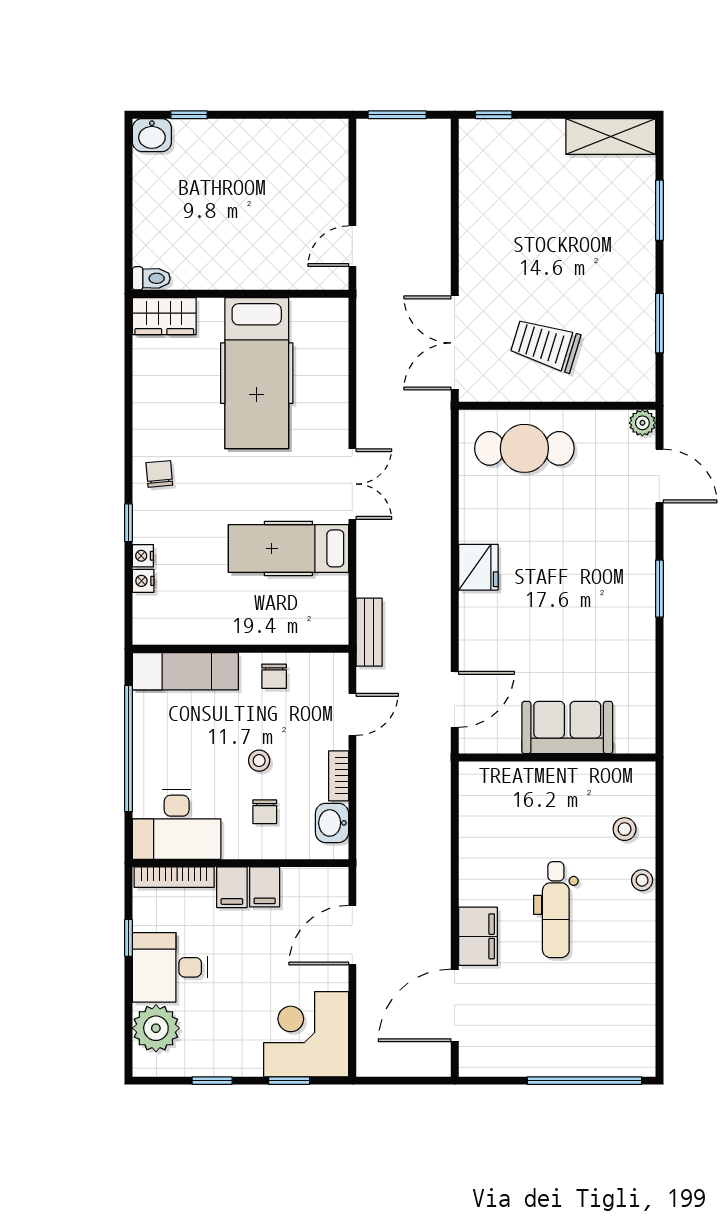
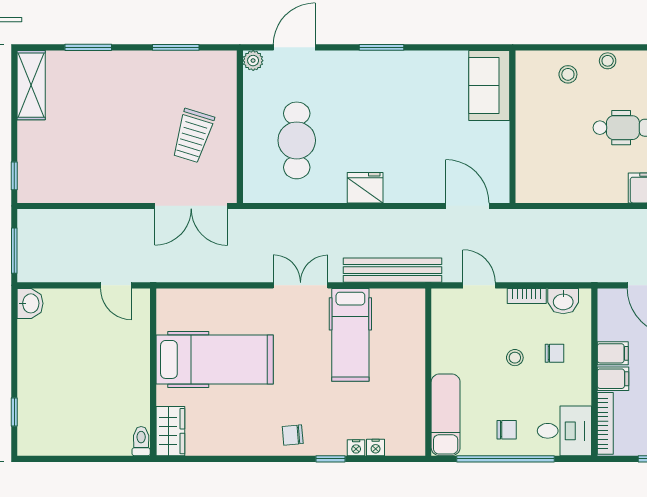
washbasin: (152, 135) -> (30, 303), moved
cafe table: (524, 448) -> (297, 140), moved
bench: (369, 632) -> (393, 270), width x1.86, depth x1.21
chair: (274, 676) -> (507, 430), moved
sofa: (567, 728) -> (489, 85), moved
desk: (177, 824) -> (564, 431), width x0.73

